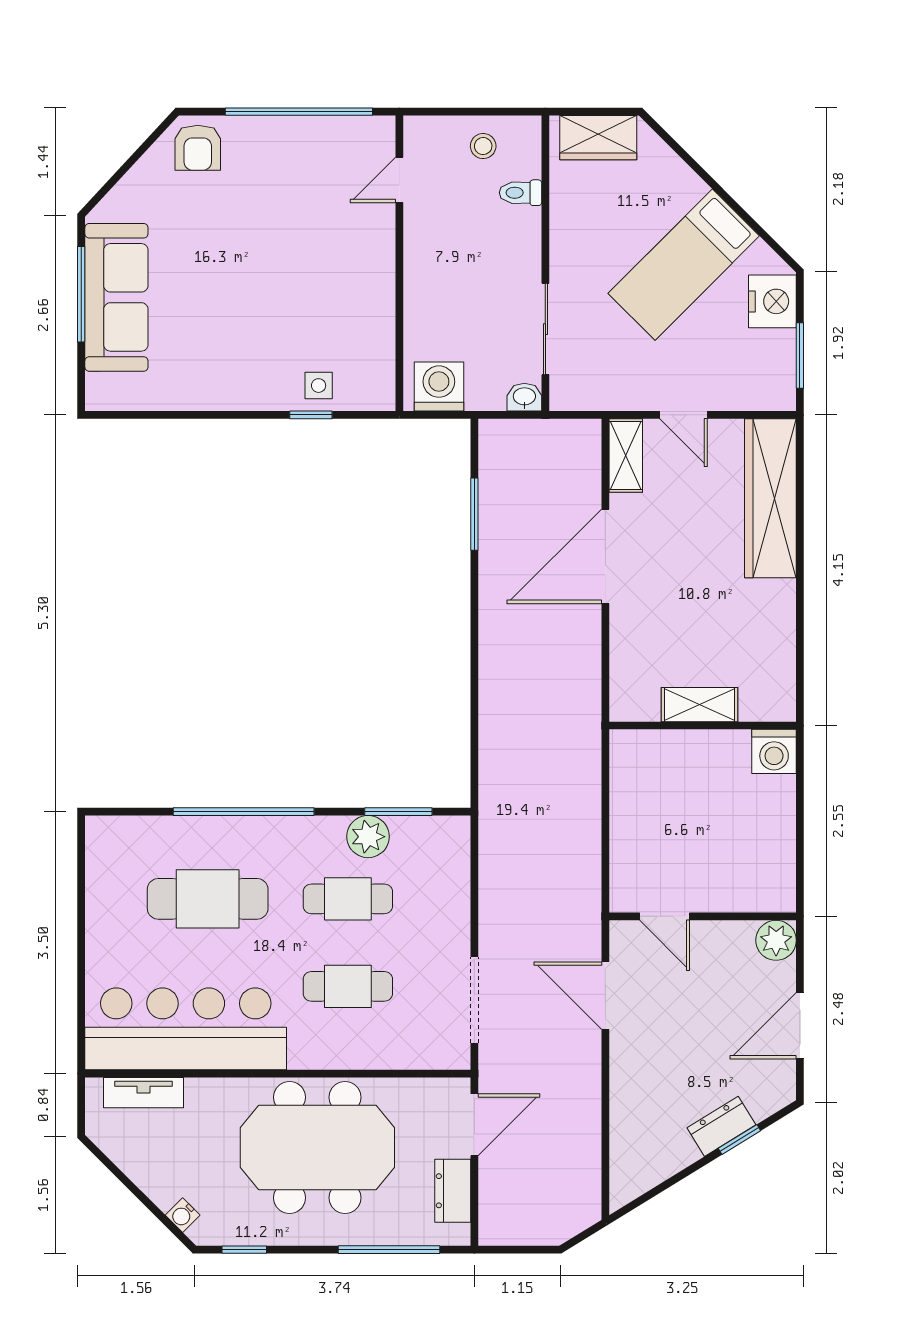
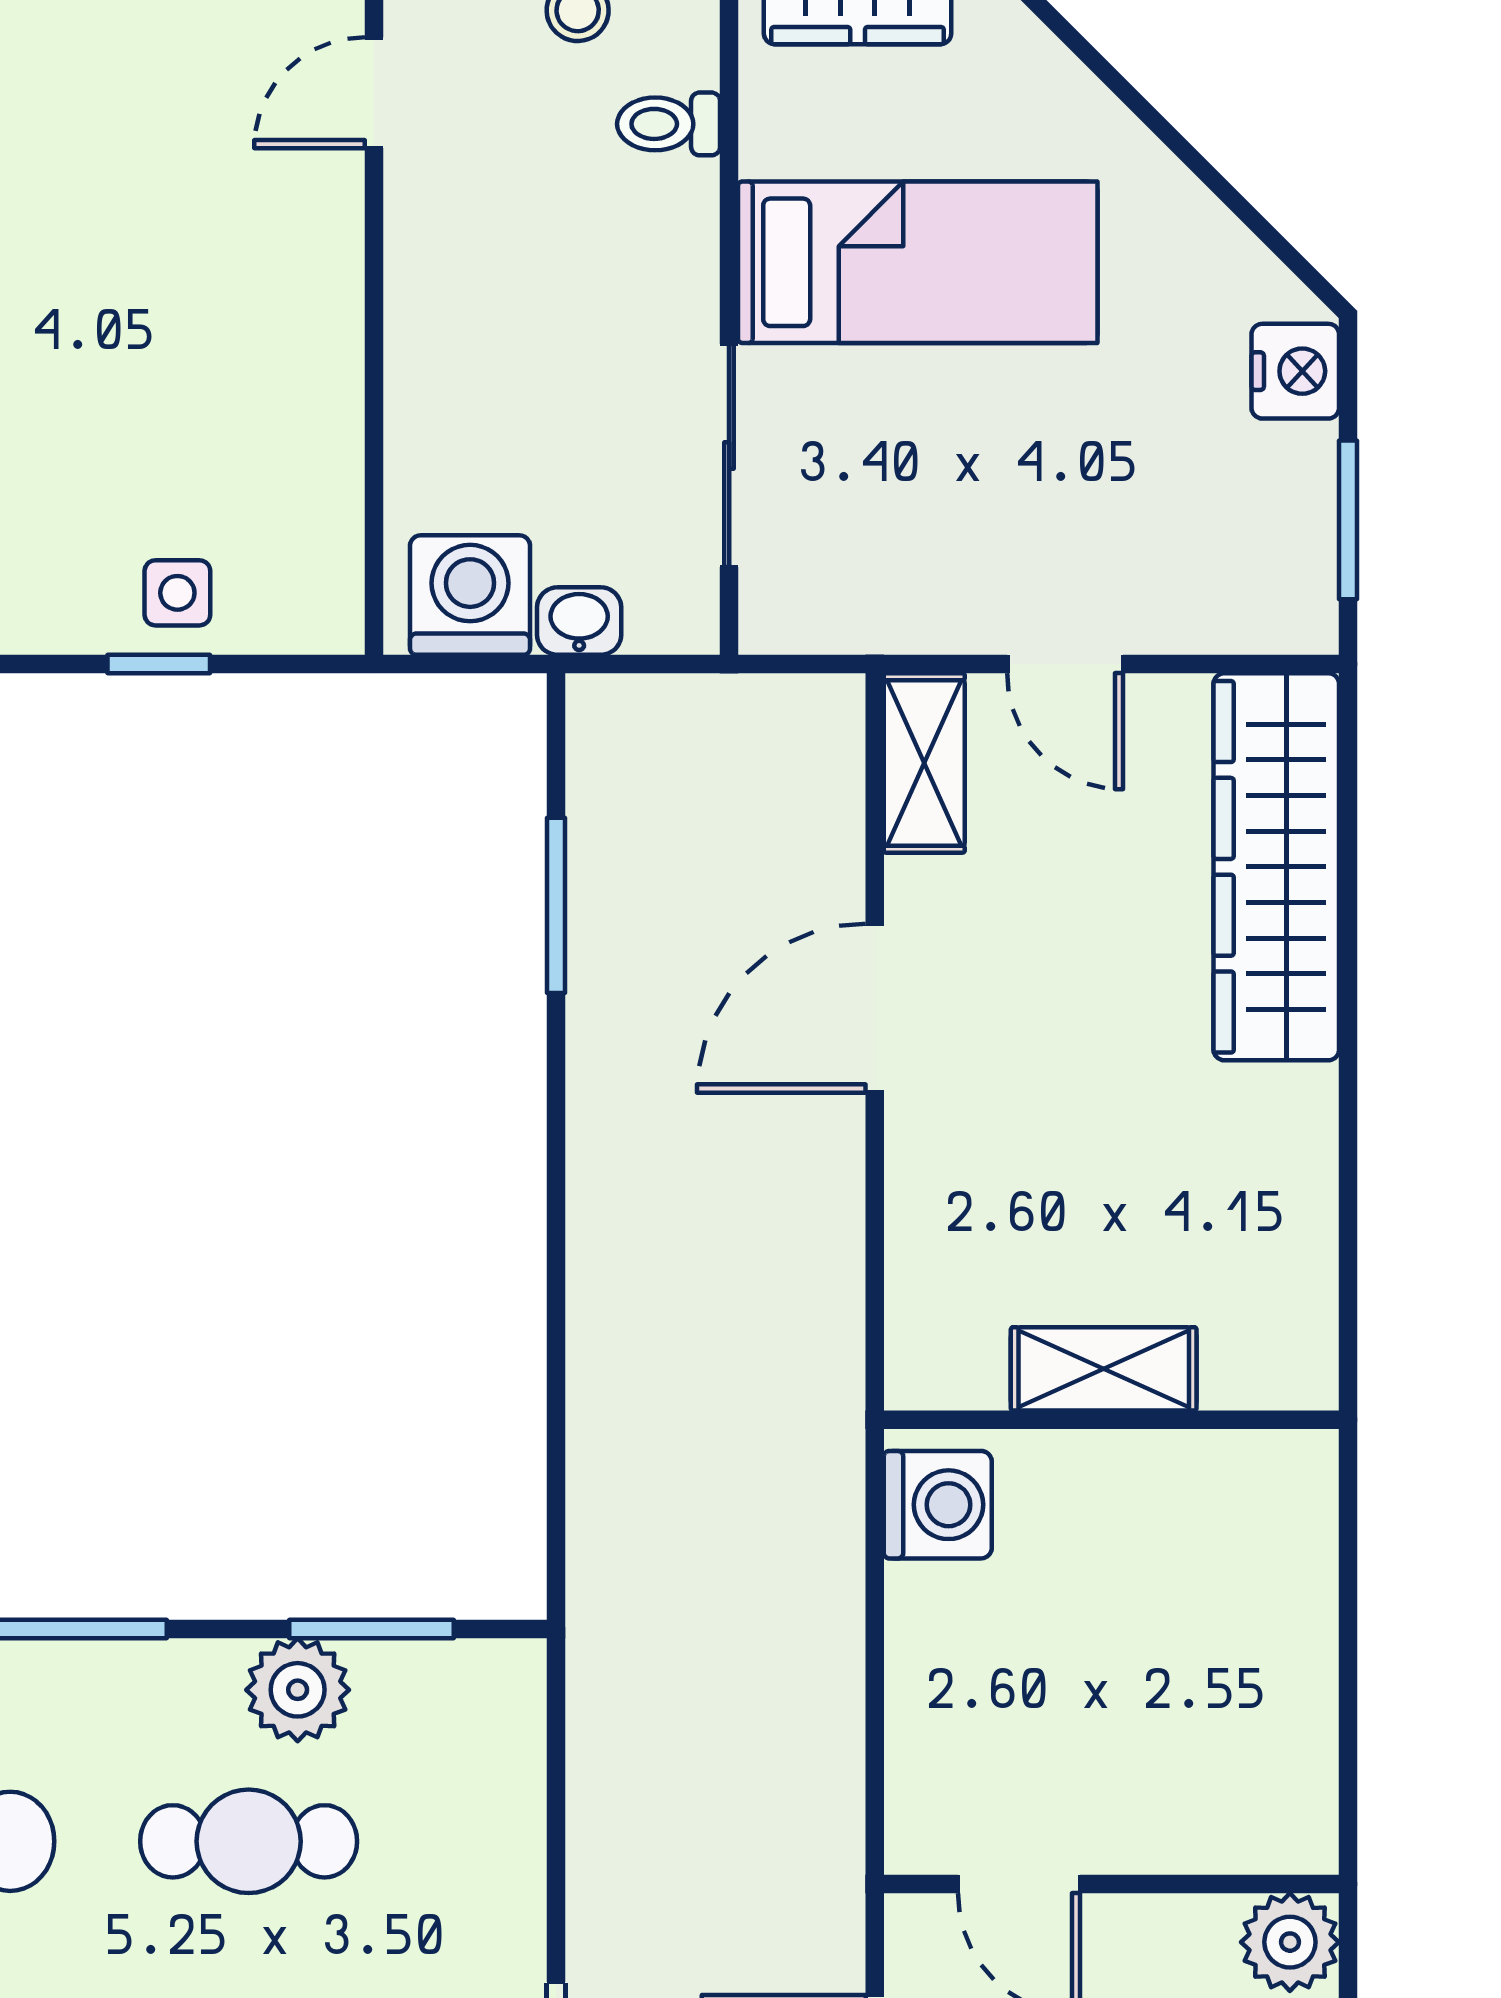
bed: (684, 265) -> (918, 262), moved, turned -135
nightstand: (772, 301) -> (1295, 371), width x0.74, depth x0.75
washbasin: (524, 397) -> (579, 621), moved
door: (605, 556) -> (875, 1008), width x0.73
washing machine: (774, 751) -> (938, 1505), moved, turned -90

